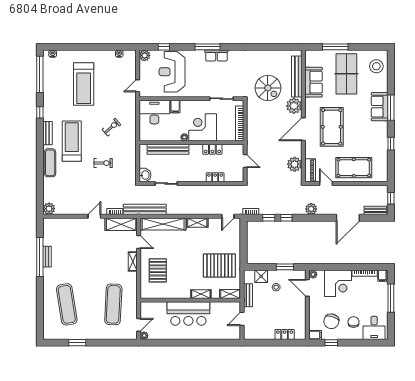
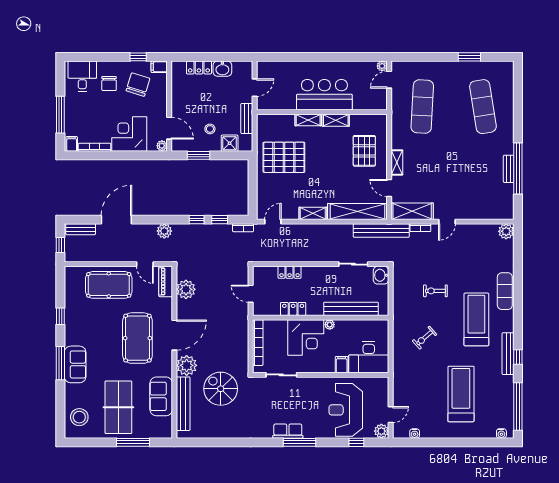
reception desk: (172, 72) -> (346, 410), turned 180
door: (138, 86) -> (391, 415), moved
bench: (48, 133) -> (508, 354), moved, width x1.36
treadmill: (72, 141) -> (476, 319), turned 180
shelving: (230, 294) -> (336, 120), moved
washbasin: (267, 333) -> (222, 69), added

